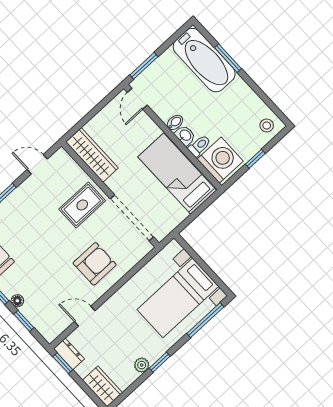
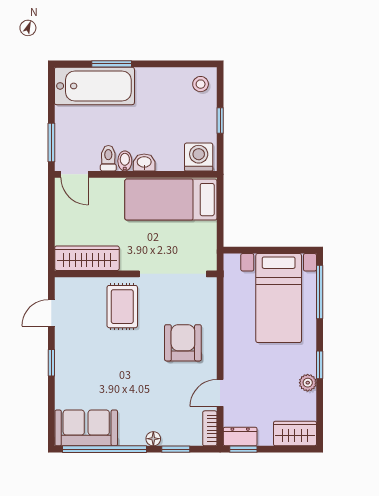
toilet: (199, 146) -> (108, 158), moved
washing machine: (220, 160) -> (199, 157), width x0.73, depth x0.73
bookcase: (56, 330) -> (210, 428), added

